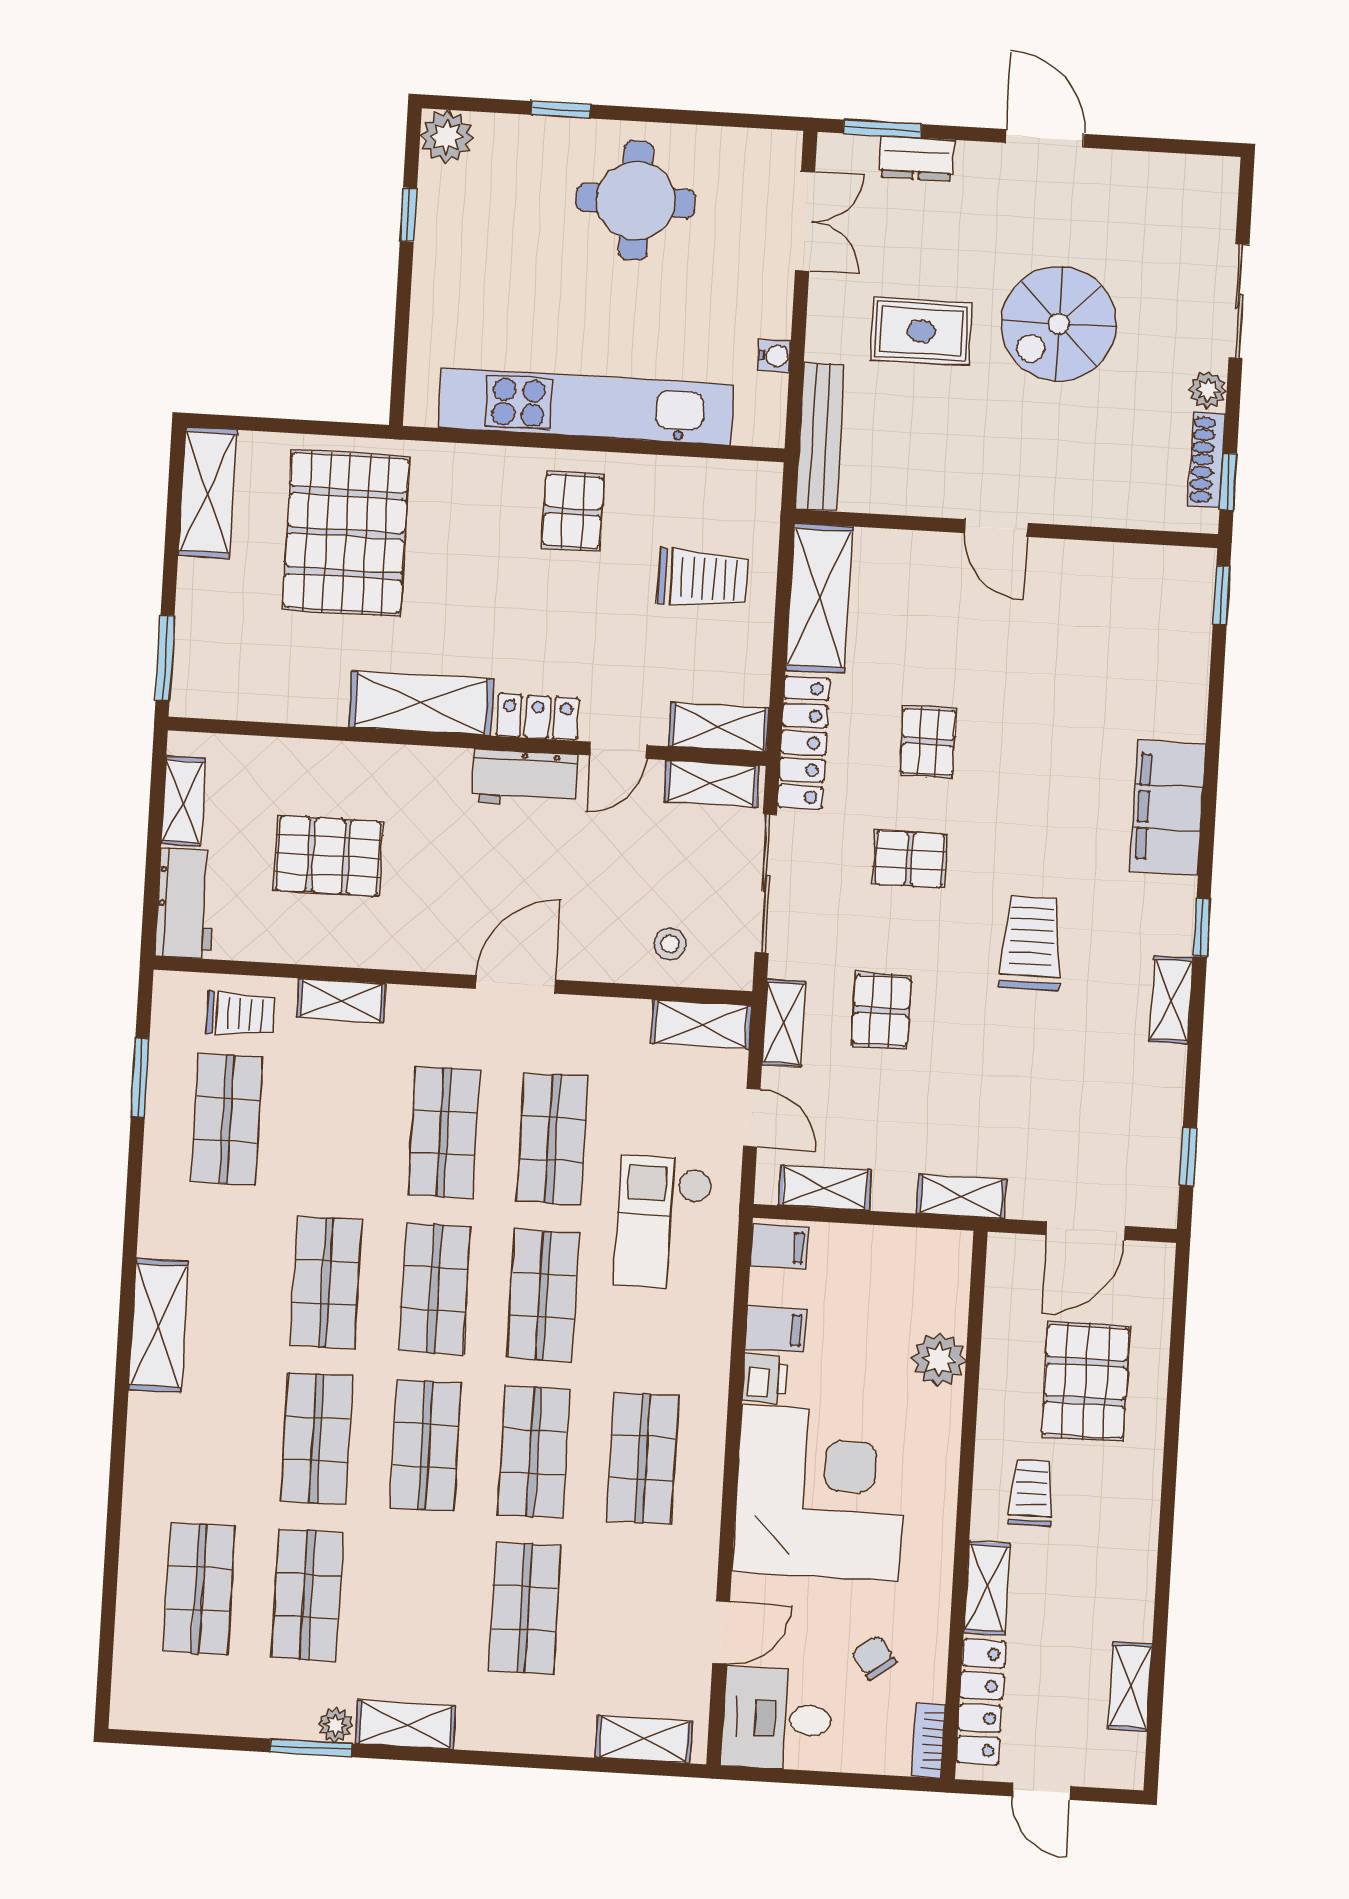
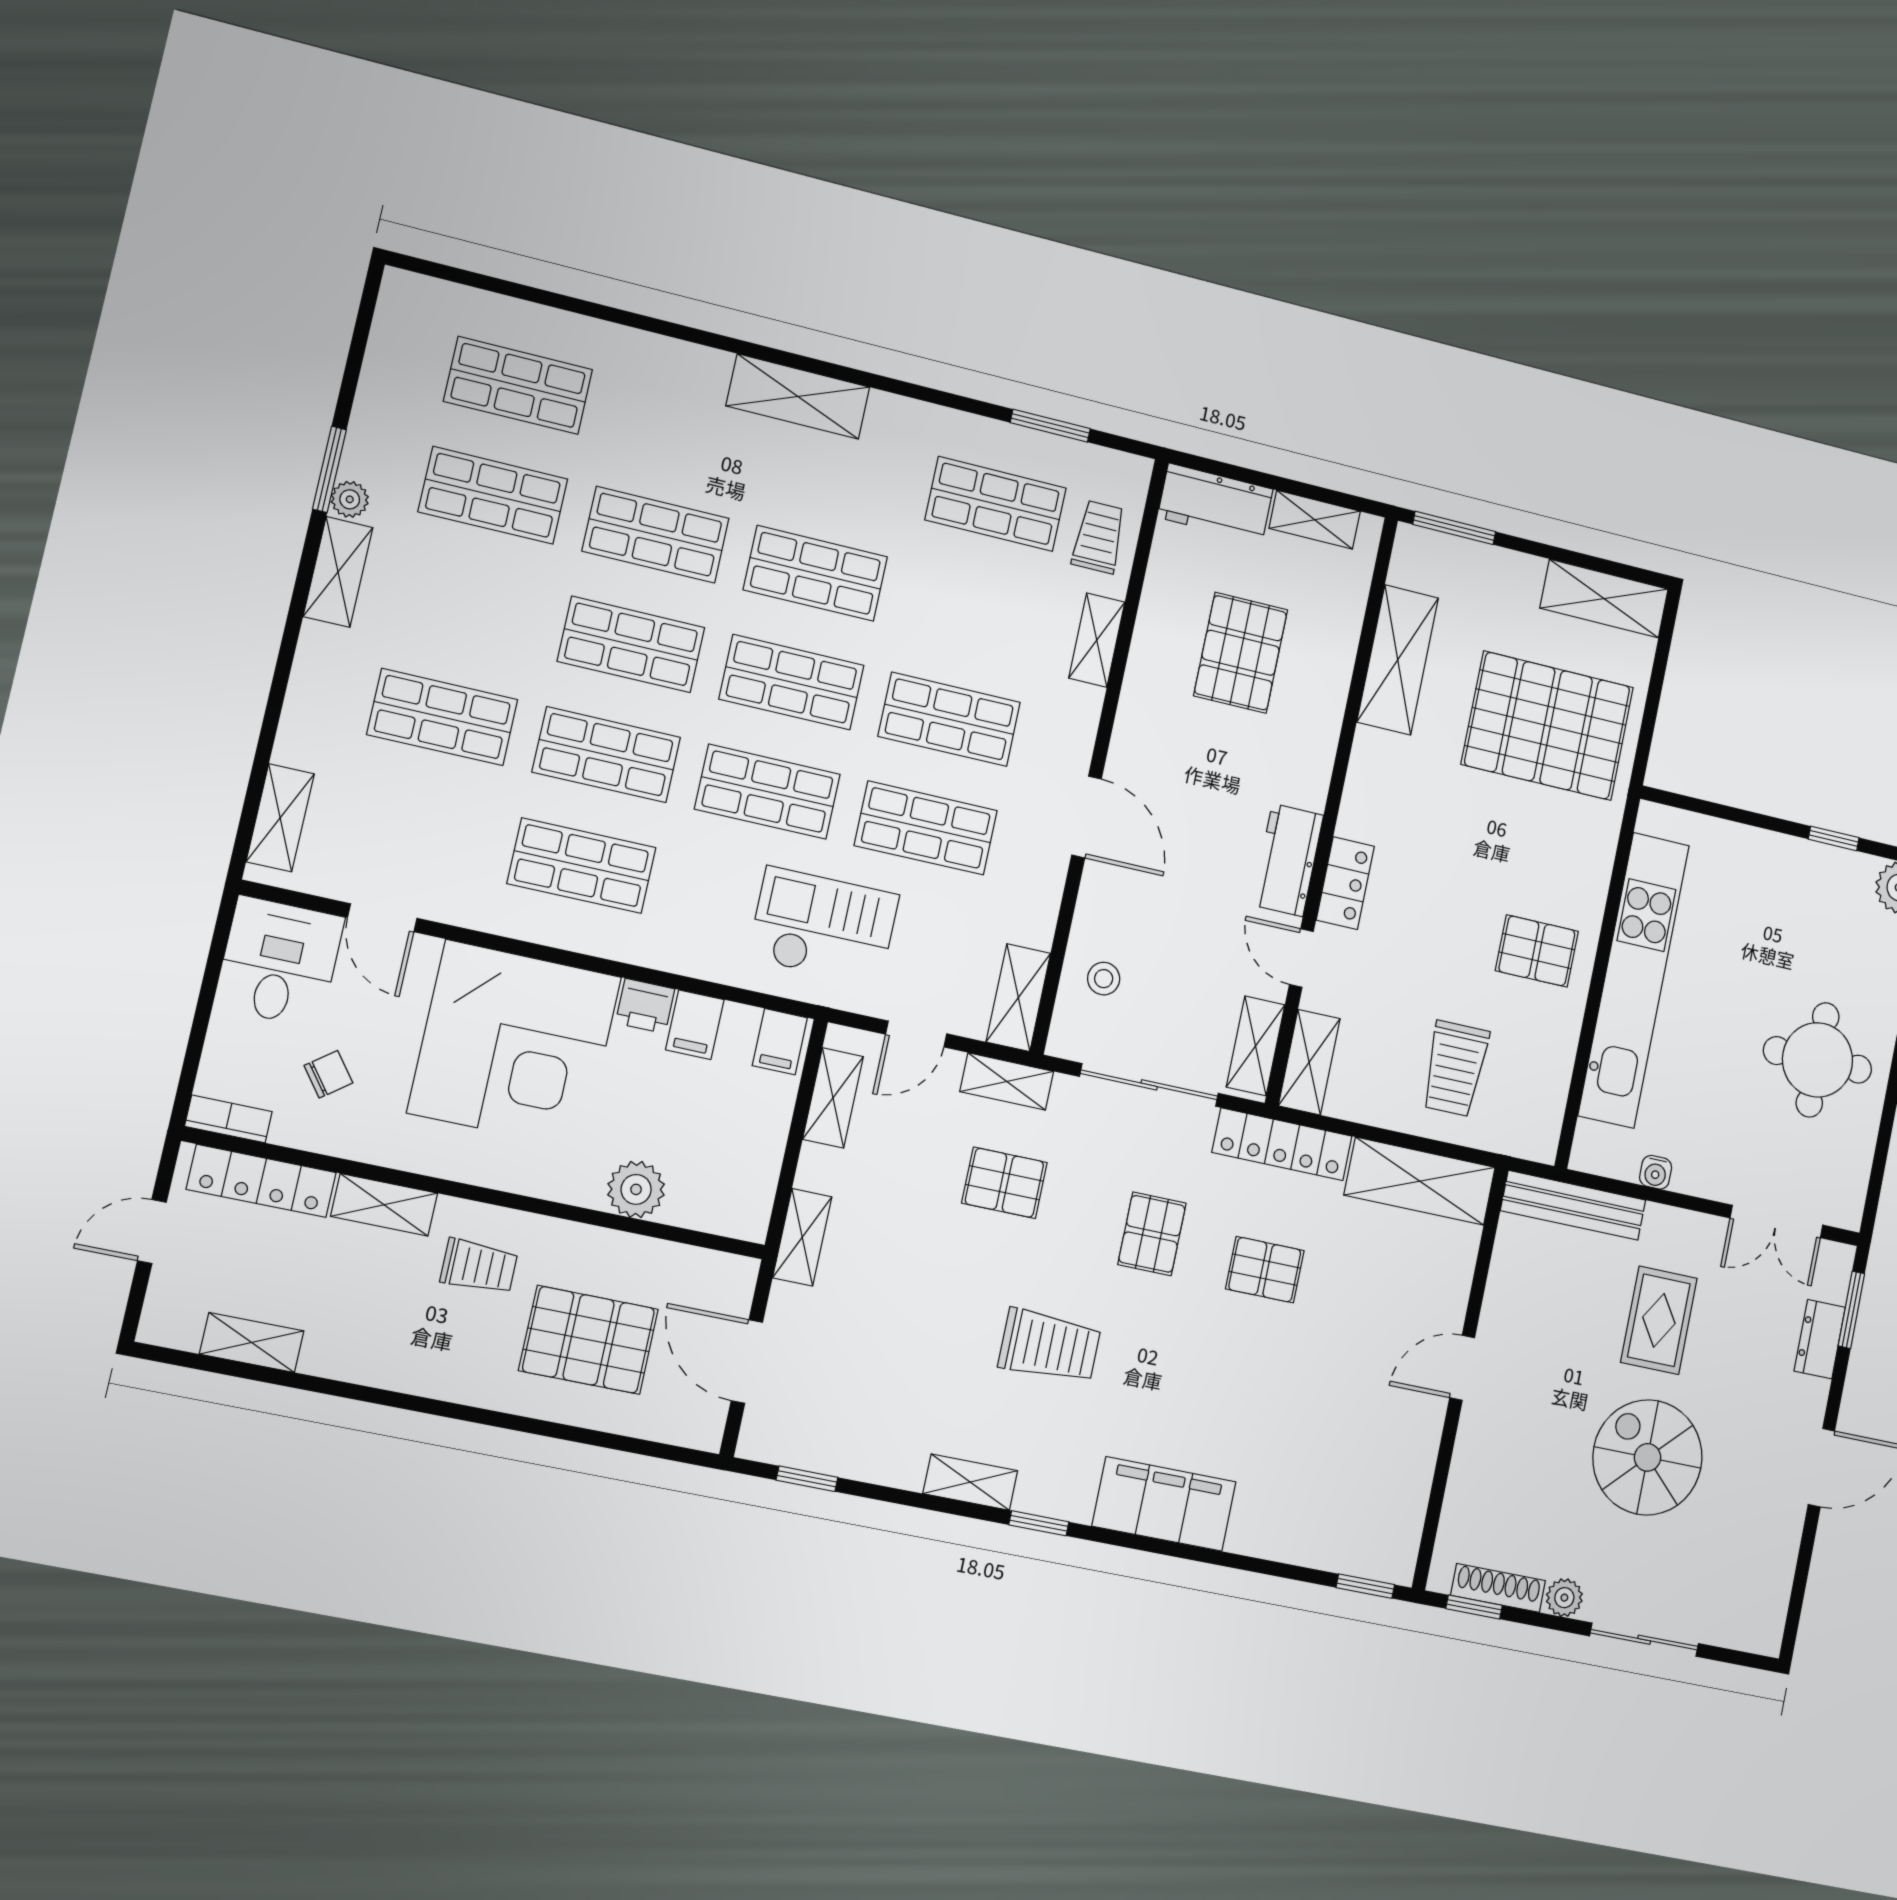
shelving: (421, 703) -> (1398, 660), moved
trolley: (240, 1014) -> (1099, 537), turned 180

